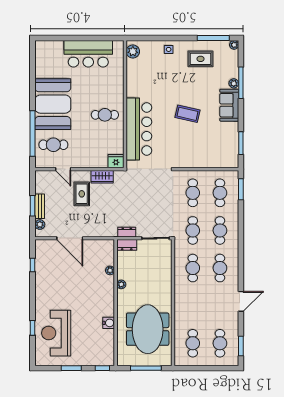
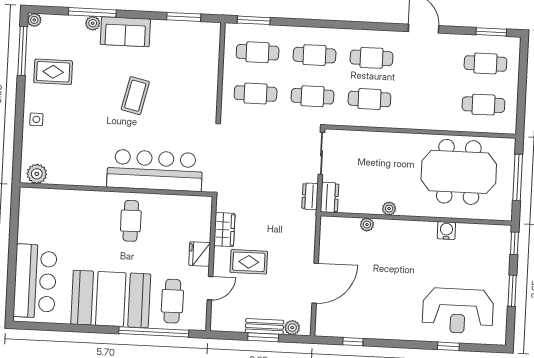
bar counter: (88, 54) -> (35, 281), moved
rug: (201, 59) -> (53, 72), turned 90
fridge: (116, 161) -> (200, 254), moved

